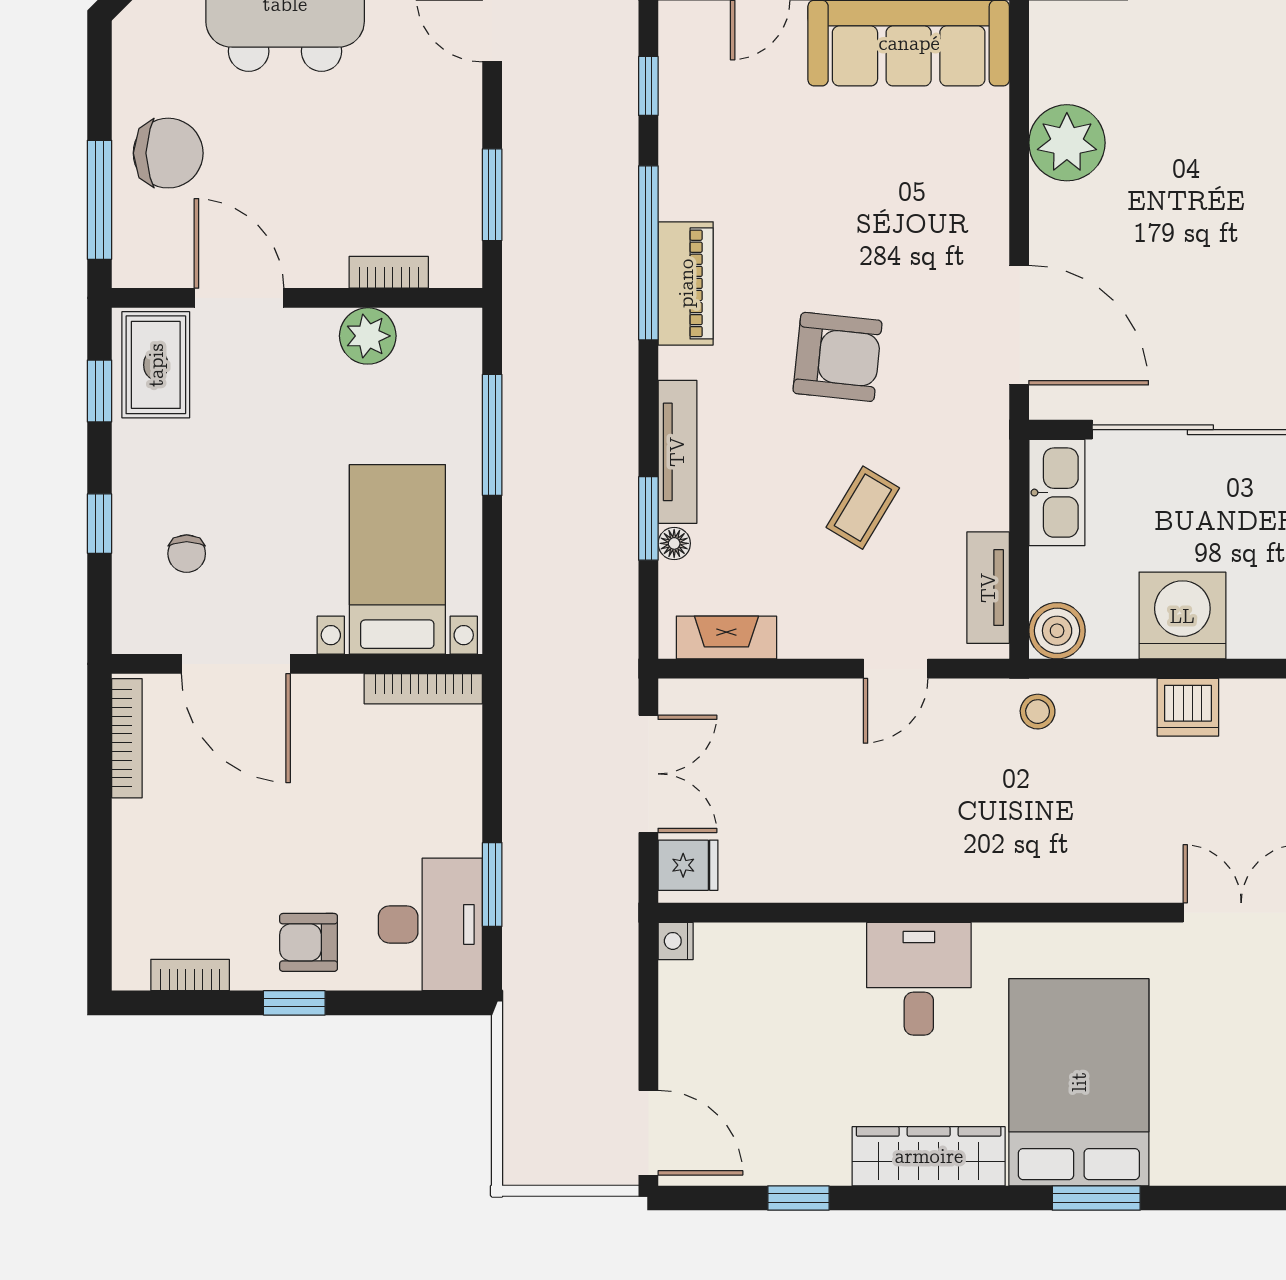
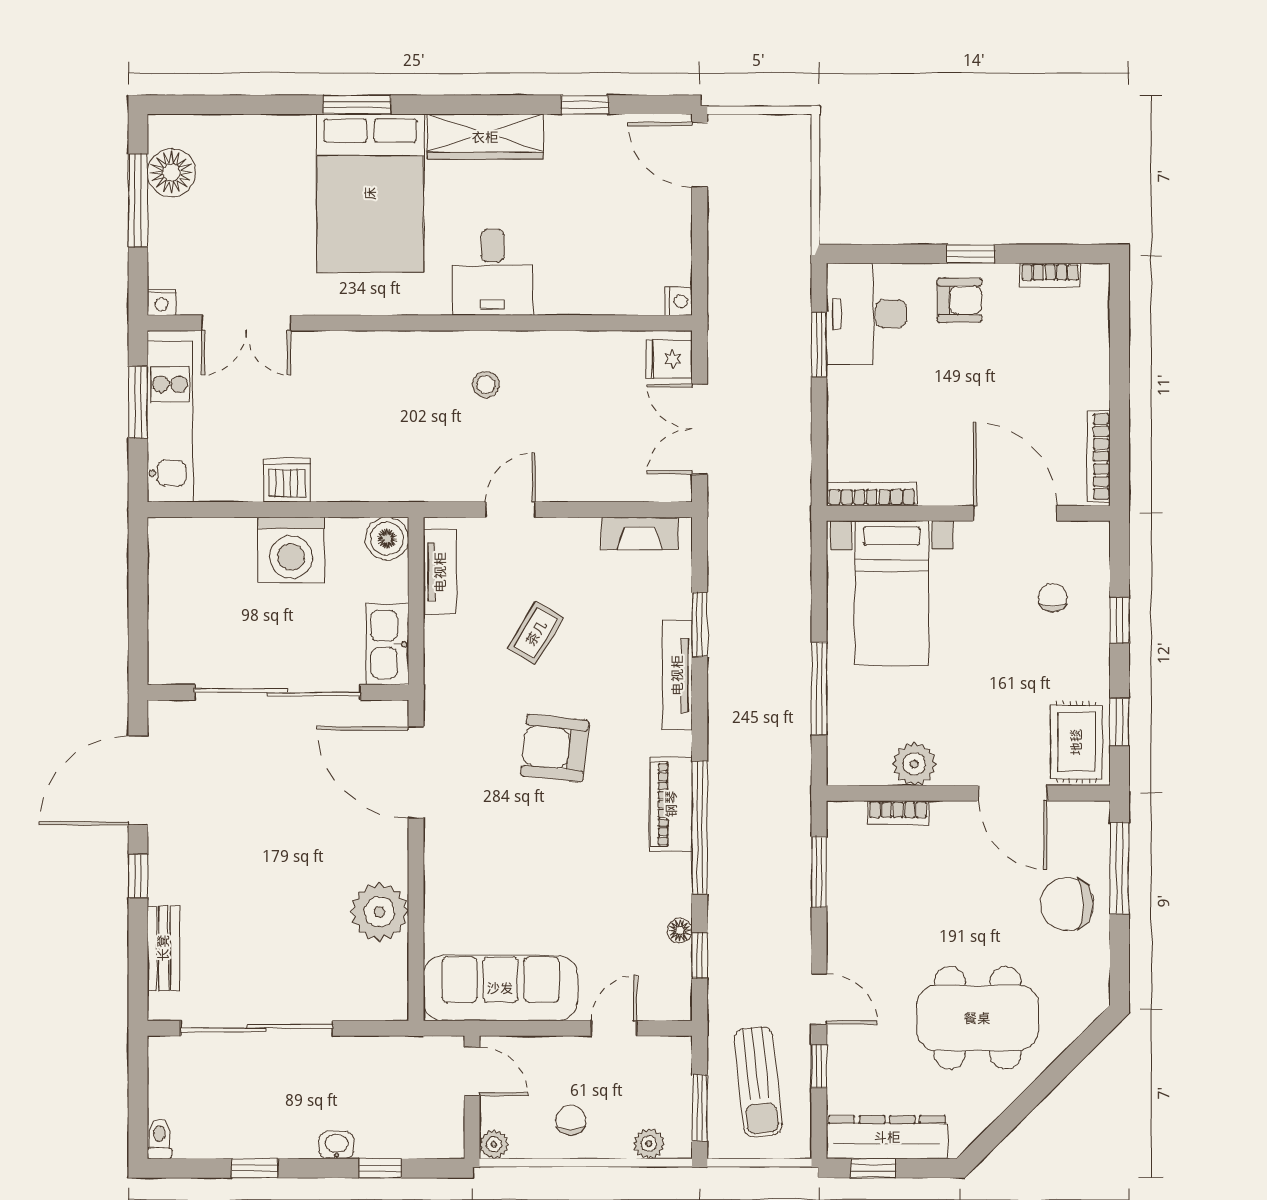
floor lamp: (674, 543) -> (680, 931), moved
stool: (1038, 712) -> (486, 385), moved

